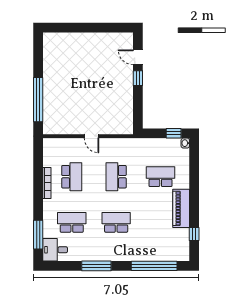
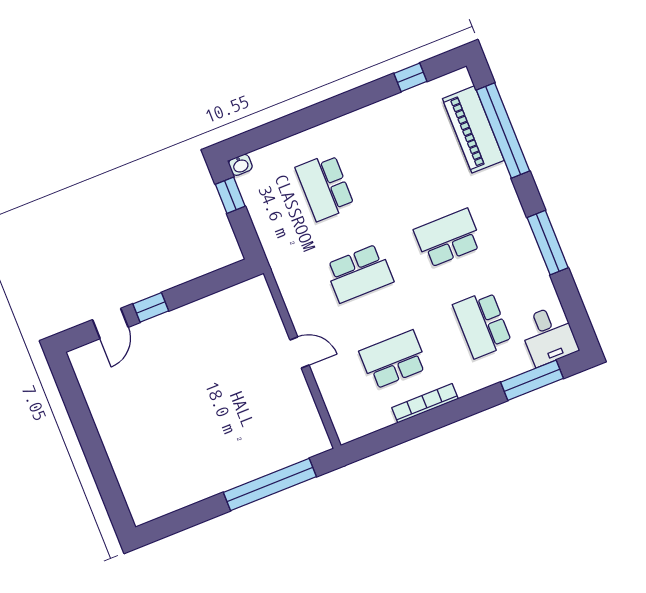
door: (92, 136) -> (300, 353), hinge flipped
piano: (181, 208) -> (473, 129), moved, turned 90
school desk: (116, 222) -> (448, 238), turned 90

